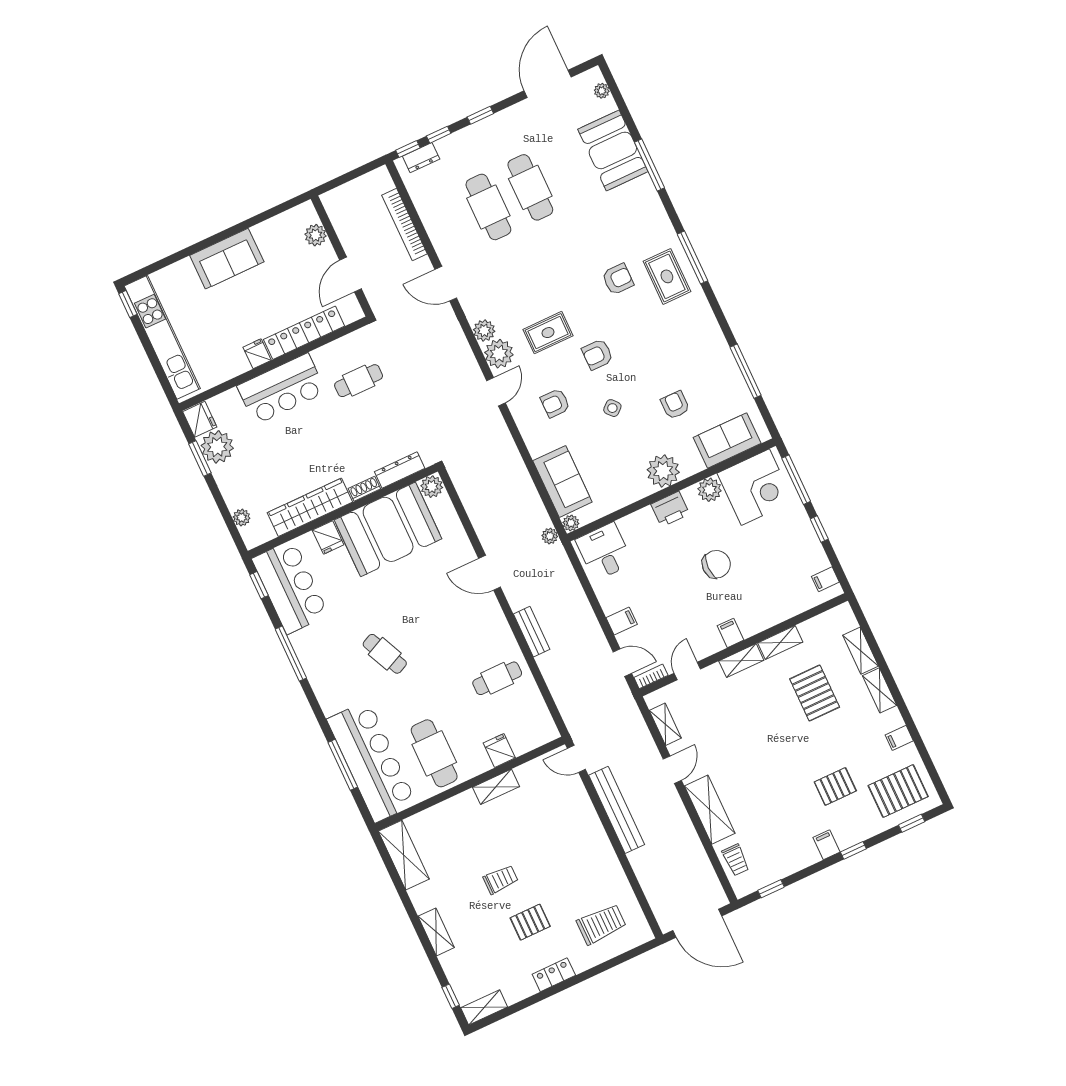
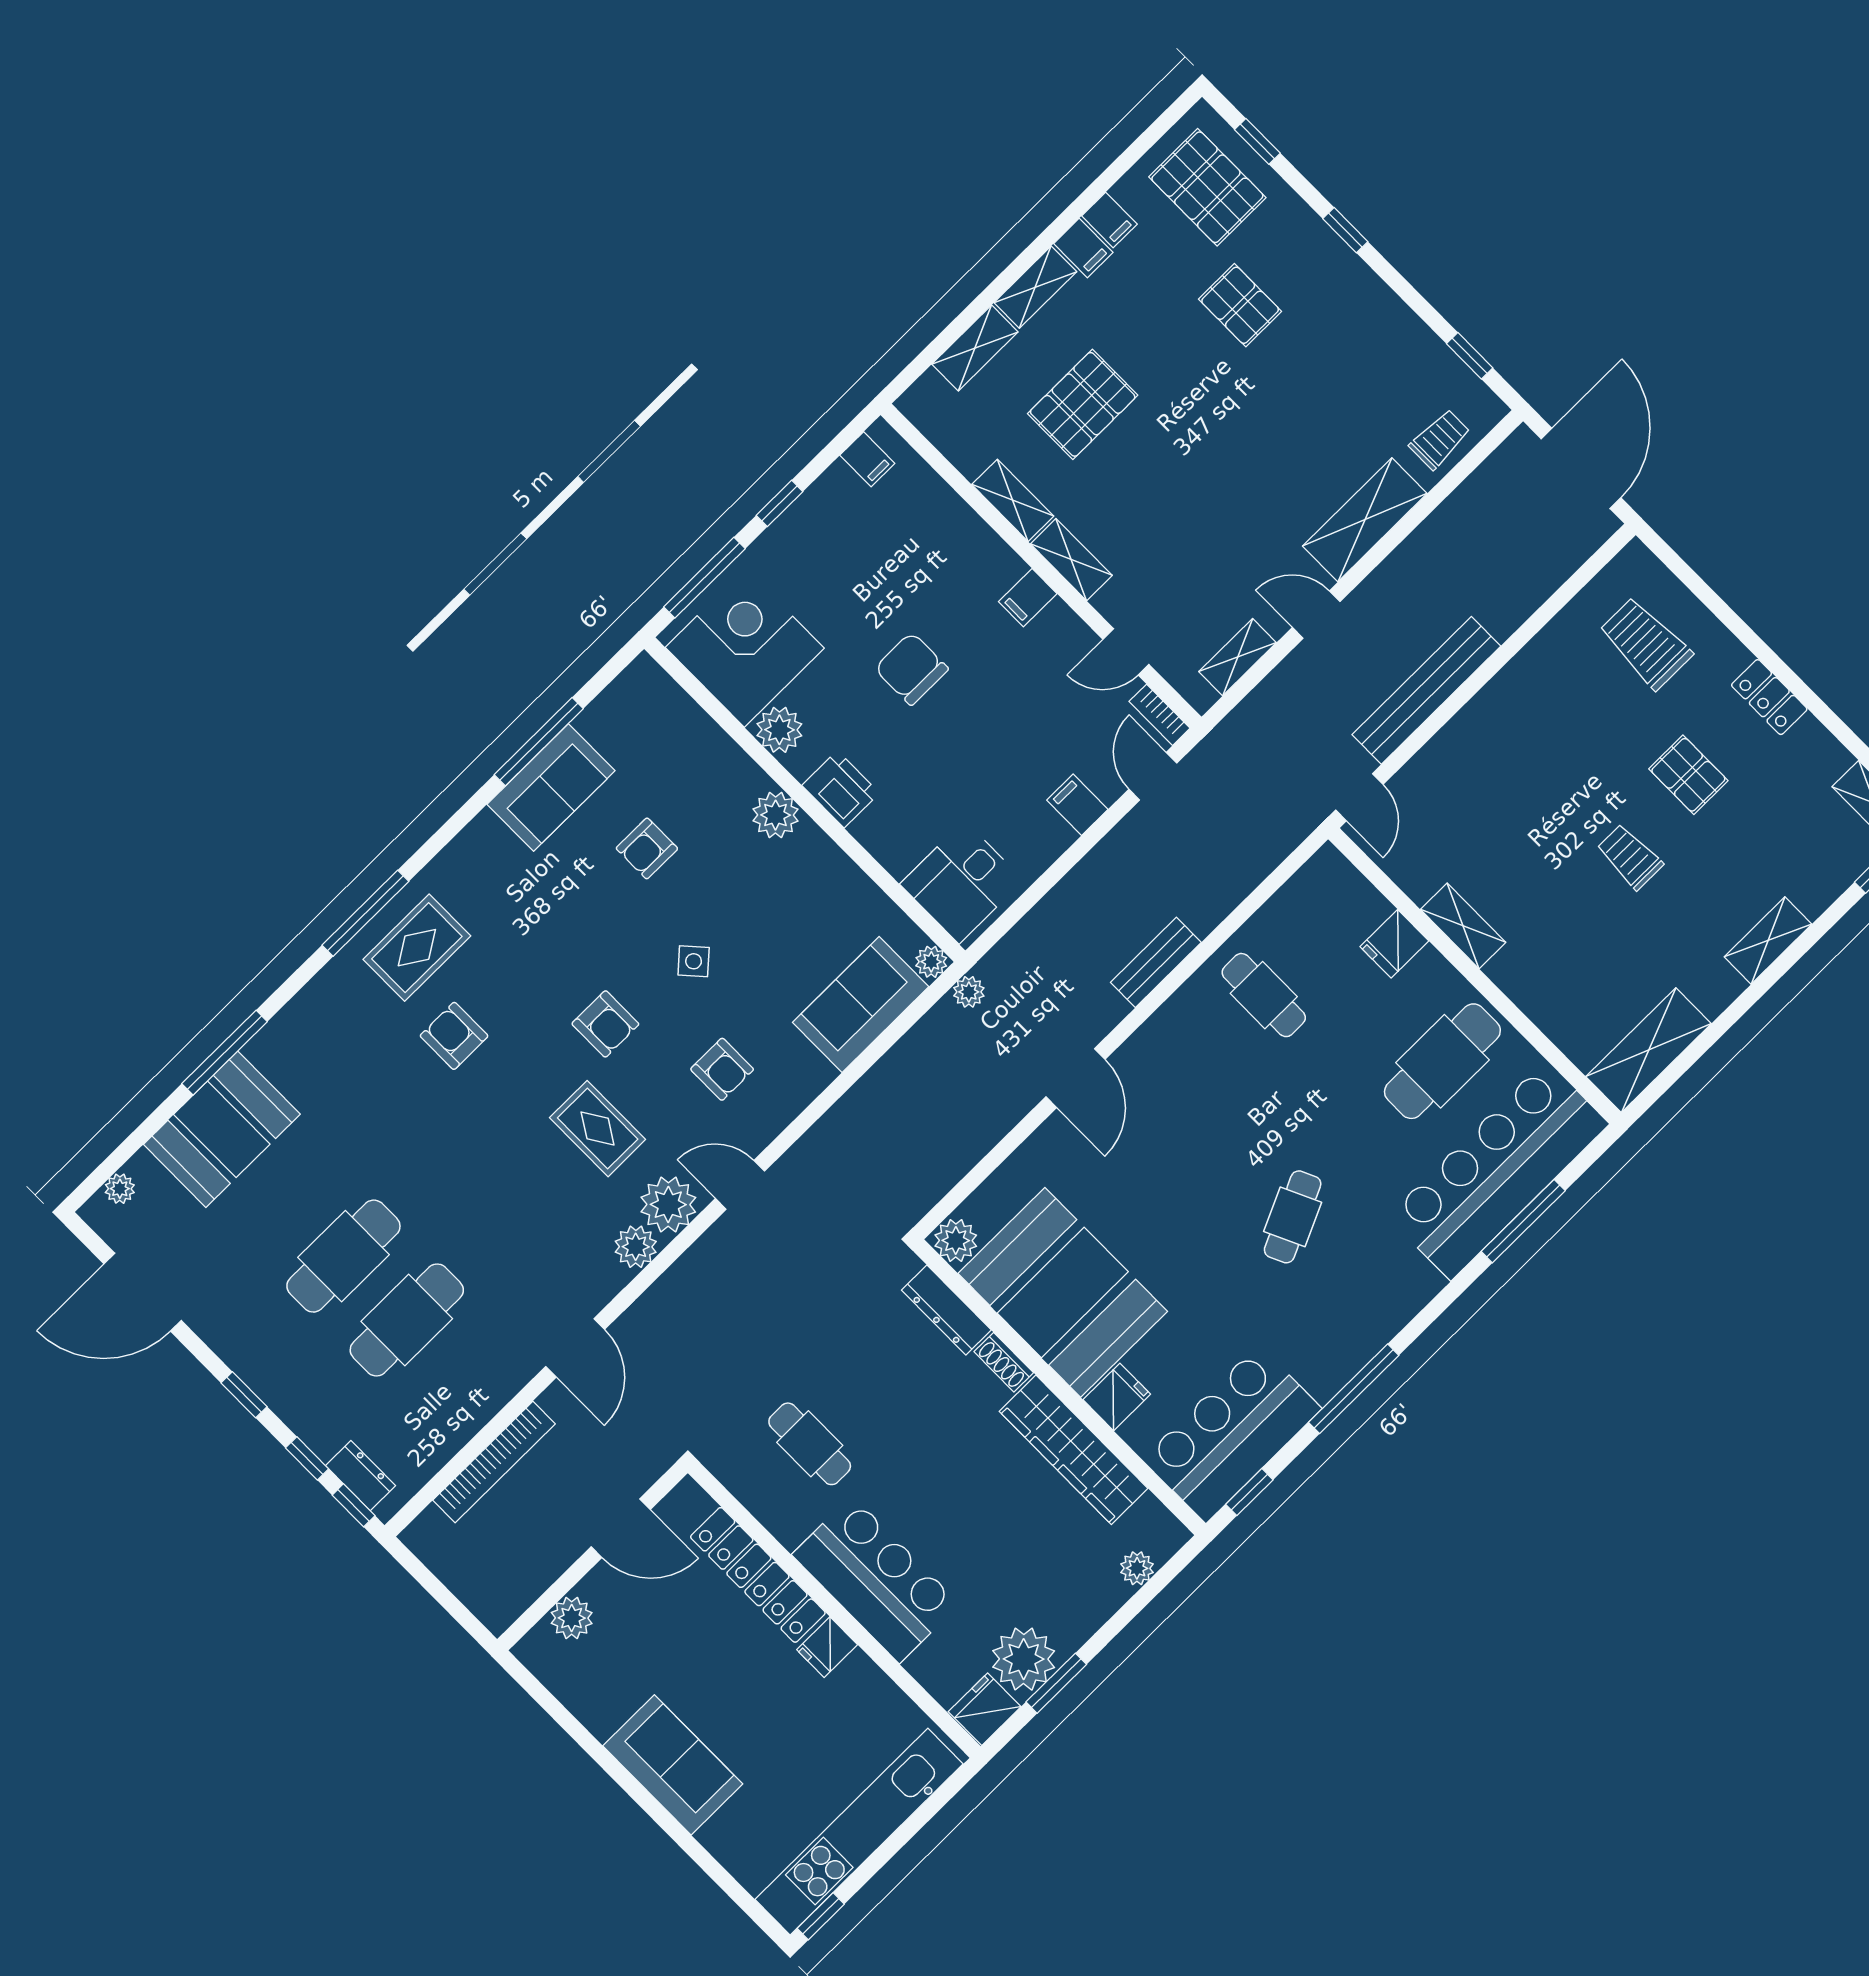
sofa: (727, 440) -> (551, 787), moved, turned -90
plant: (663, 471) -> (776, 815), width x0.73, depth x0.73
filing cabinet: (827, 845) -> (1083, 248), moved, turned -90

